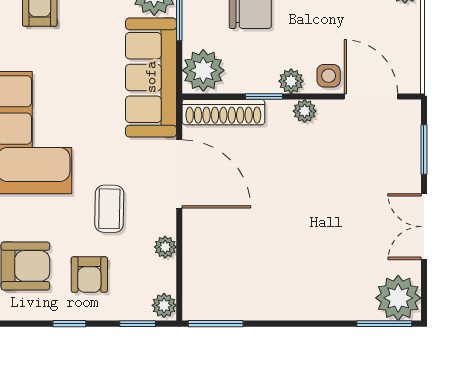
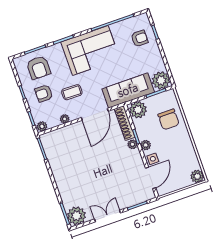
plant: (305, 111) -> (132, 144), moved

